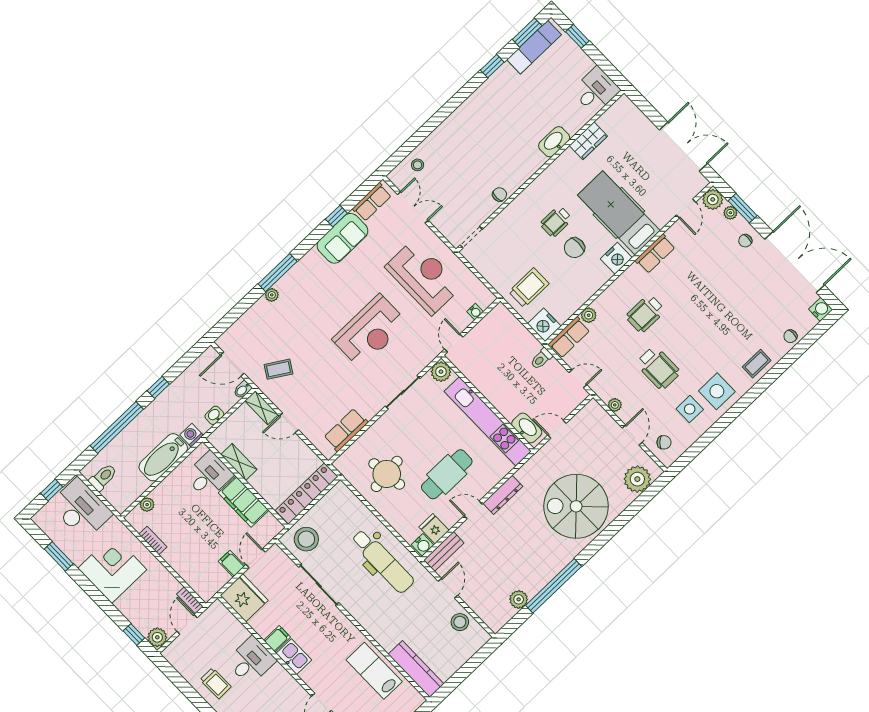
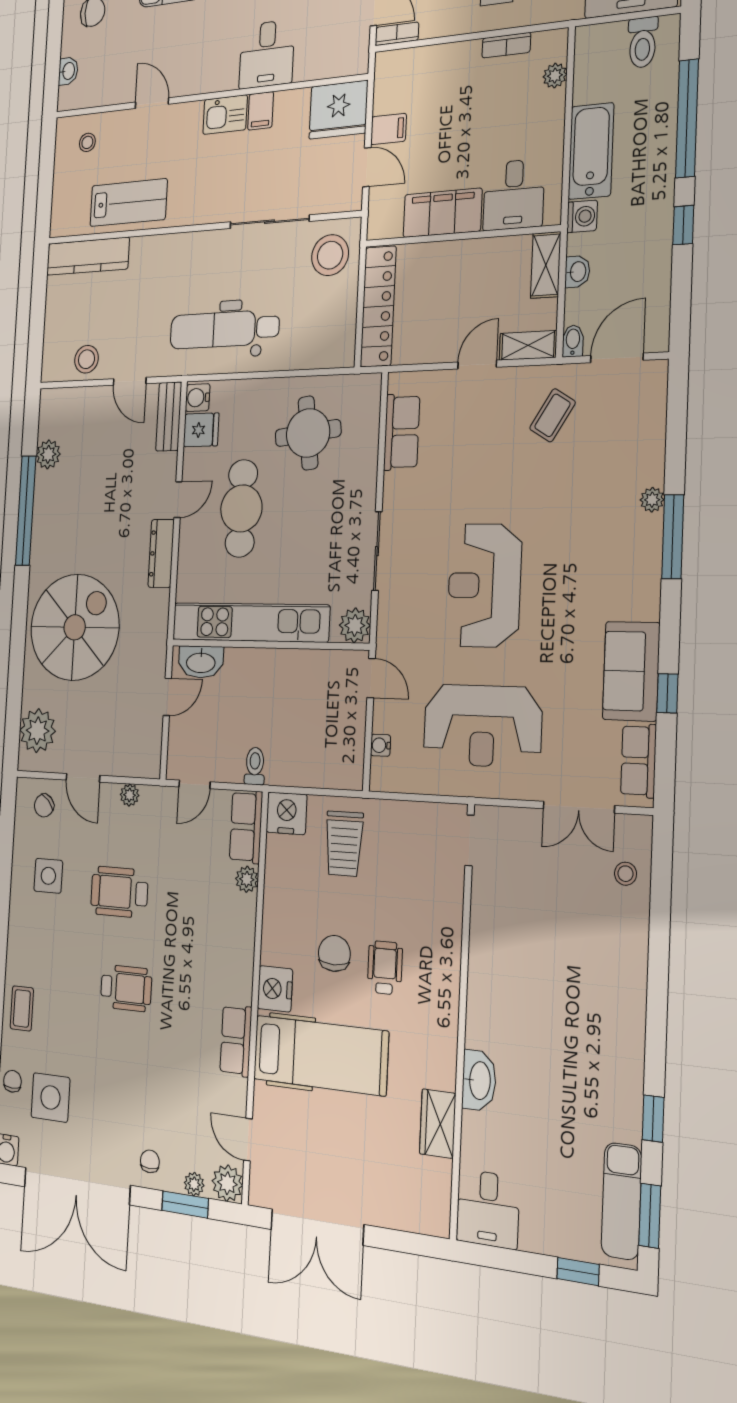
chair: (500, 194) -> (485, 936), removed
wheelchair: (645, 314) -> (126, 988), moved, turned 90
side table: (717, 391) -> (50, 1097), moved
shelving: (239, 462) -> (546, 265), moved, turned 90

